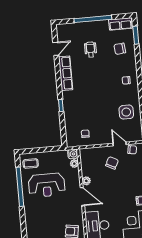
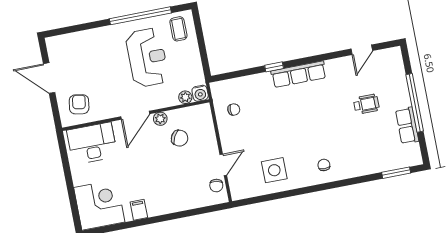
row of seats: (120, 24) -> (407, 126), moved
door: (56, 49) -> (362, 50), hinge flipped
chair: (120, 49) -> (372, 150), removed
row of seats: (66, 73) -> (299, 74), moved
chair: (112, 163) -> (180, 138), moved
reception desk: (47, 185) -> (147, 58), turned 180

